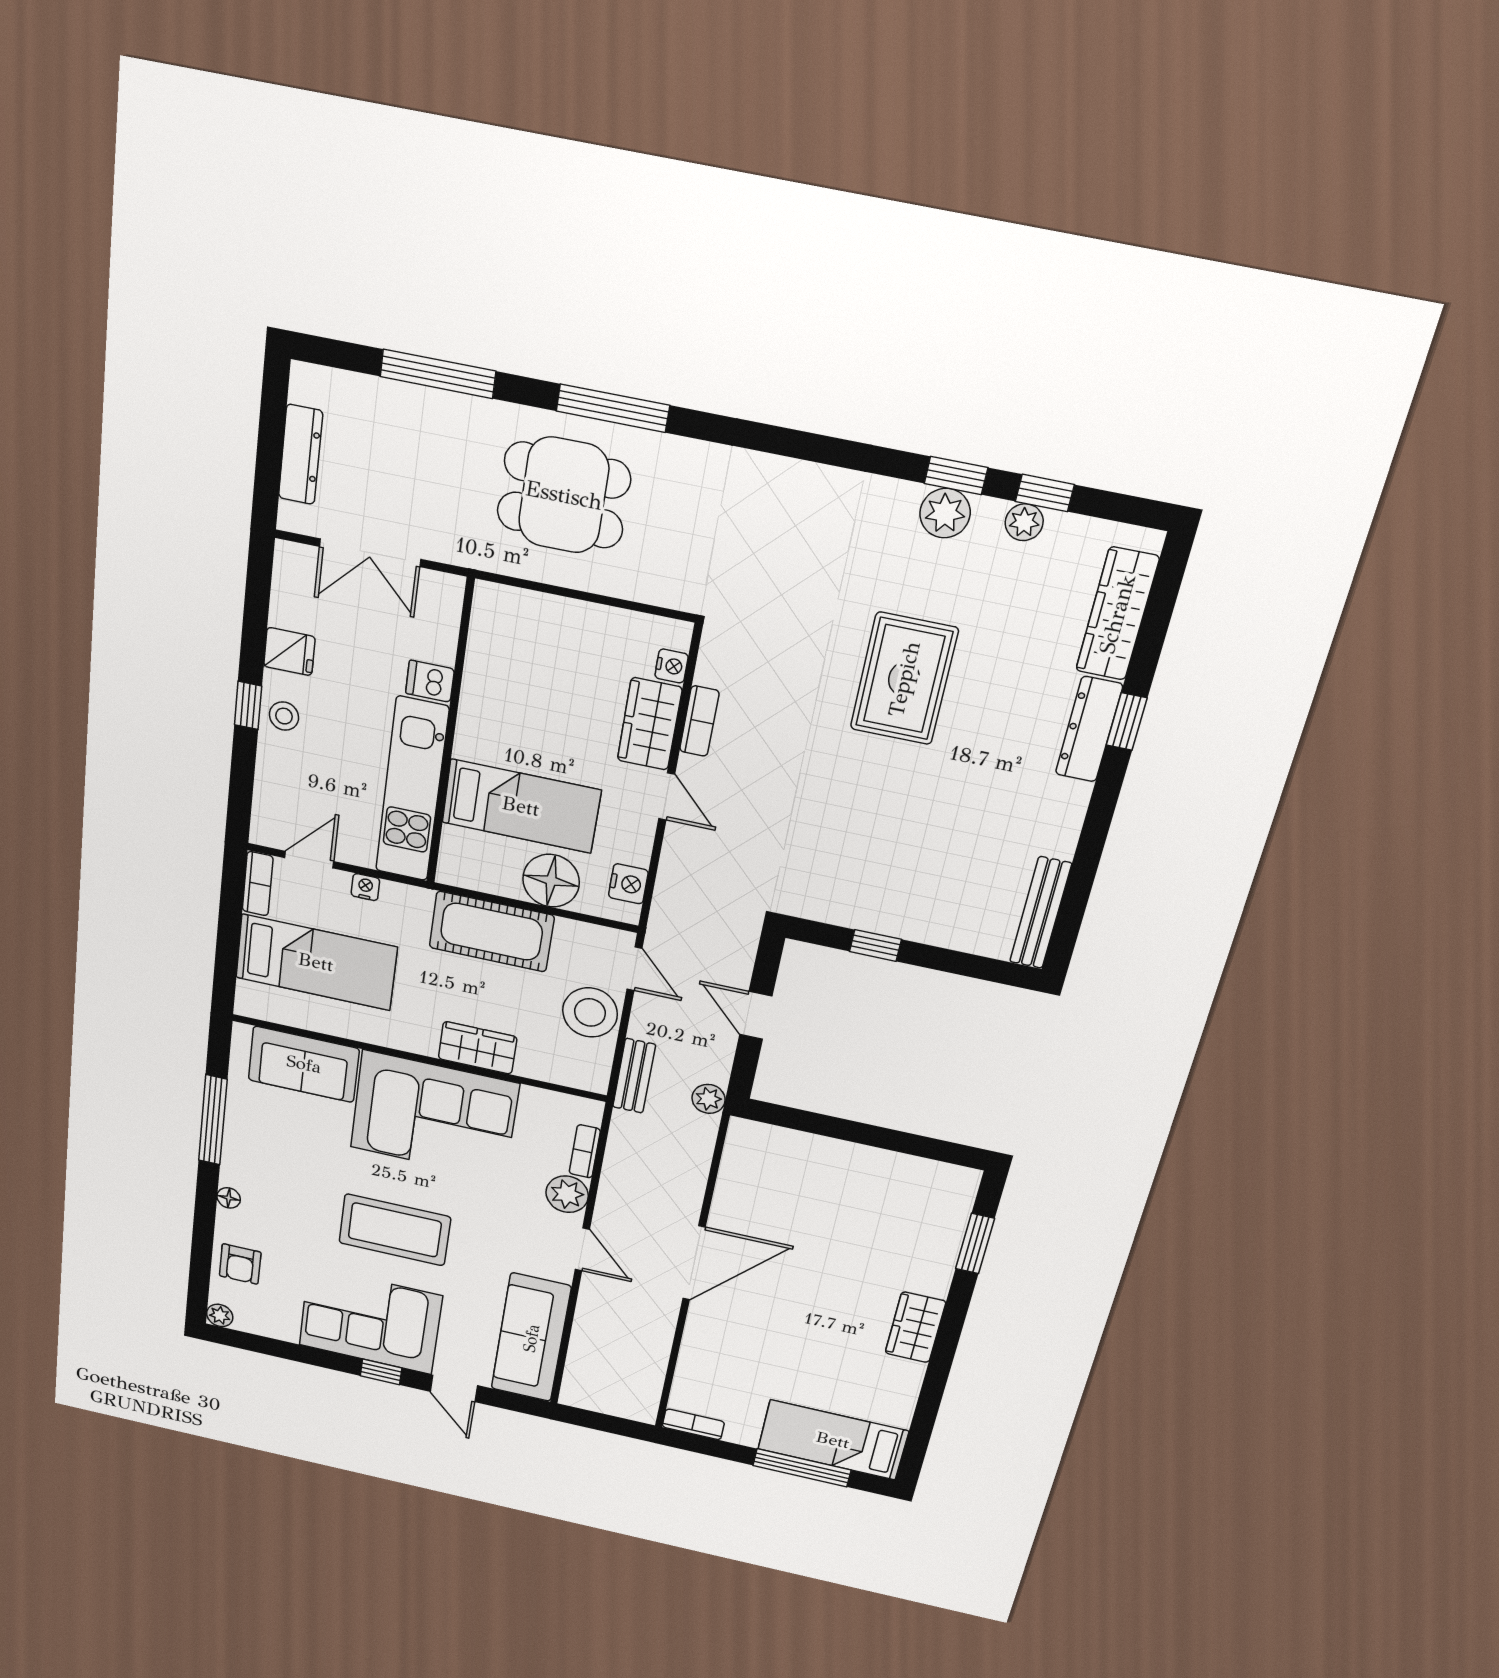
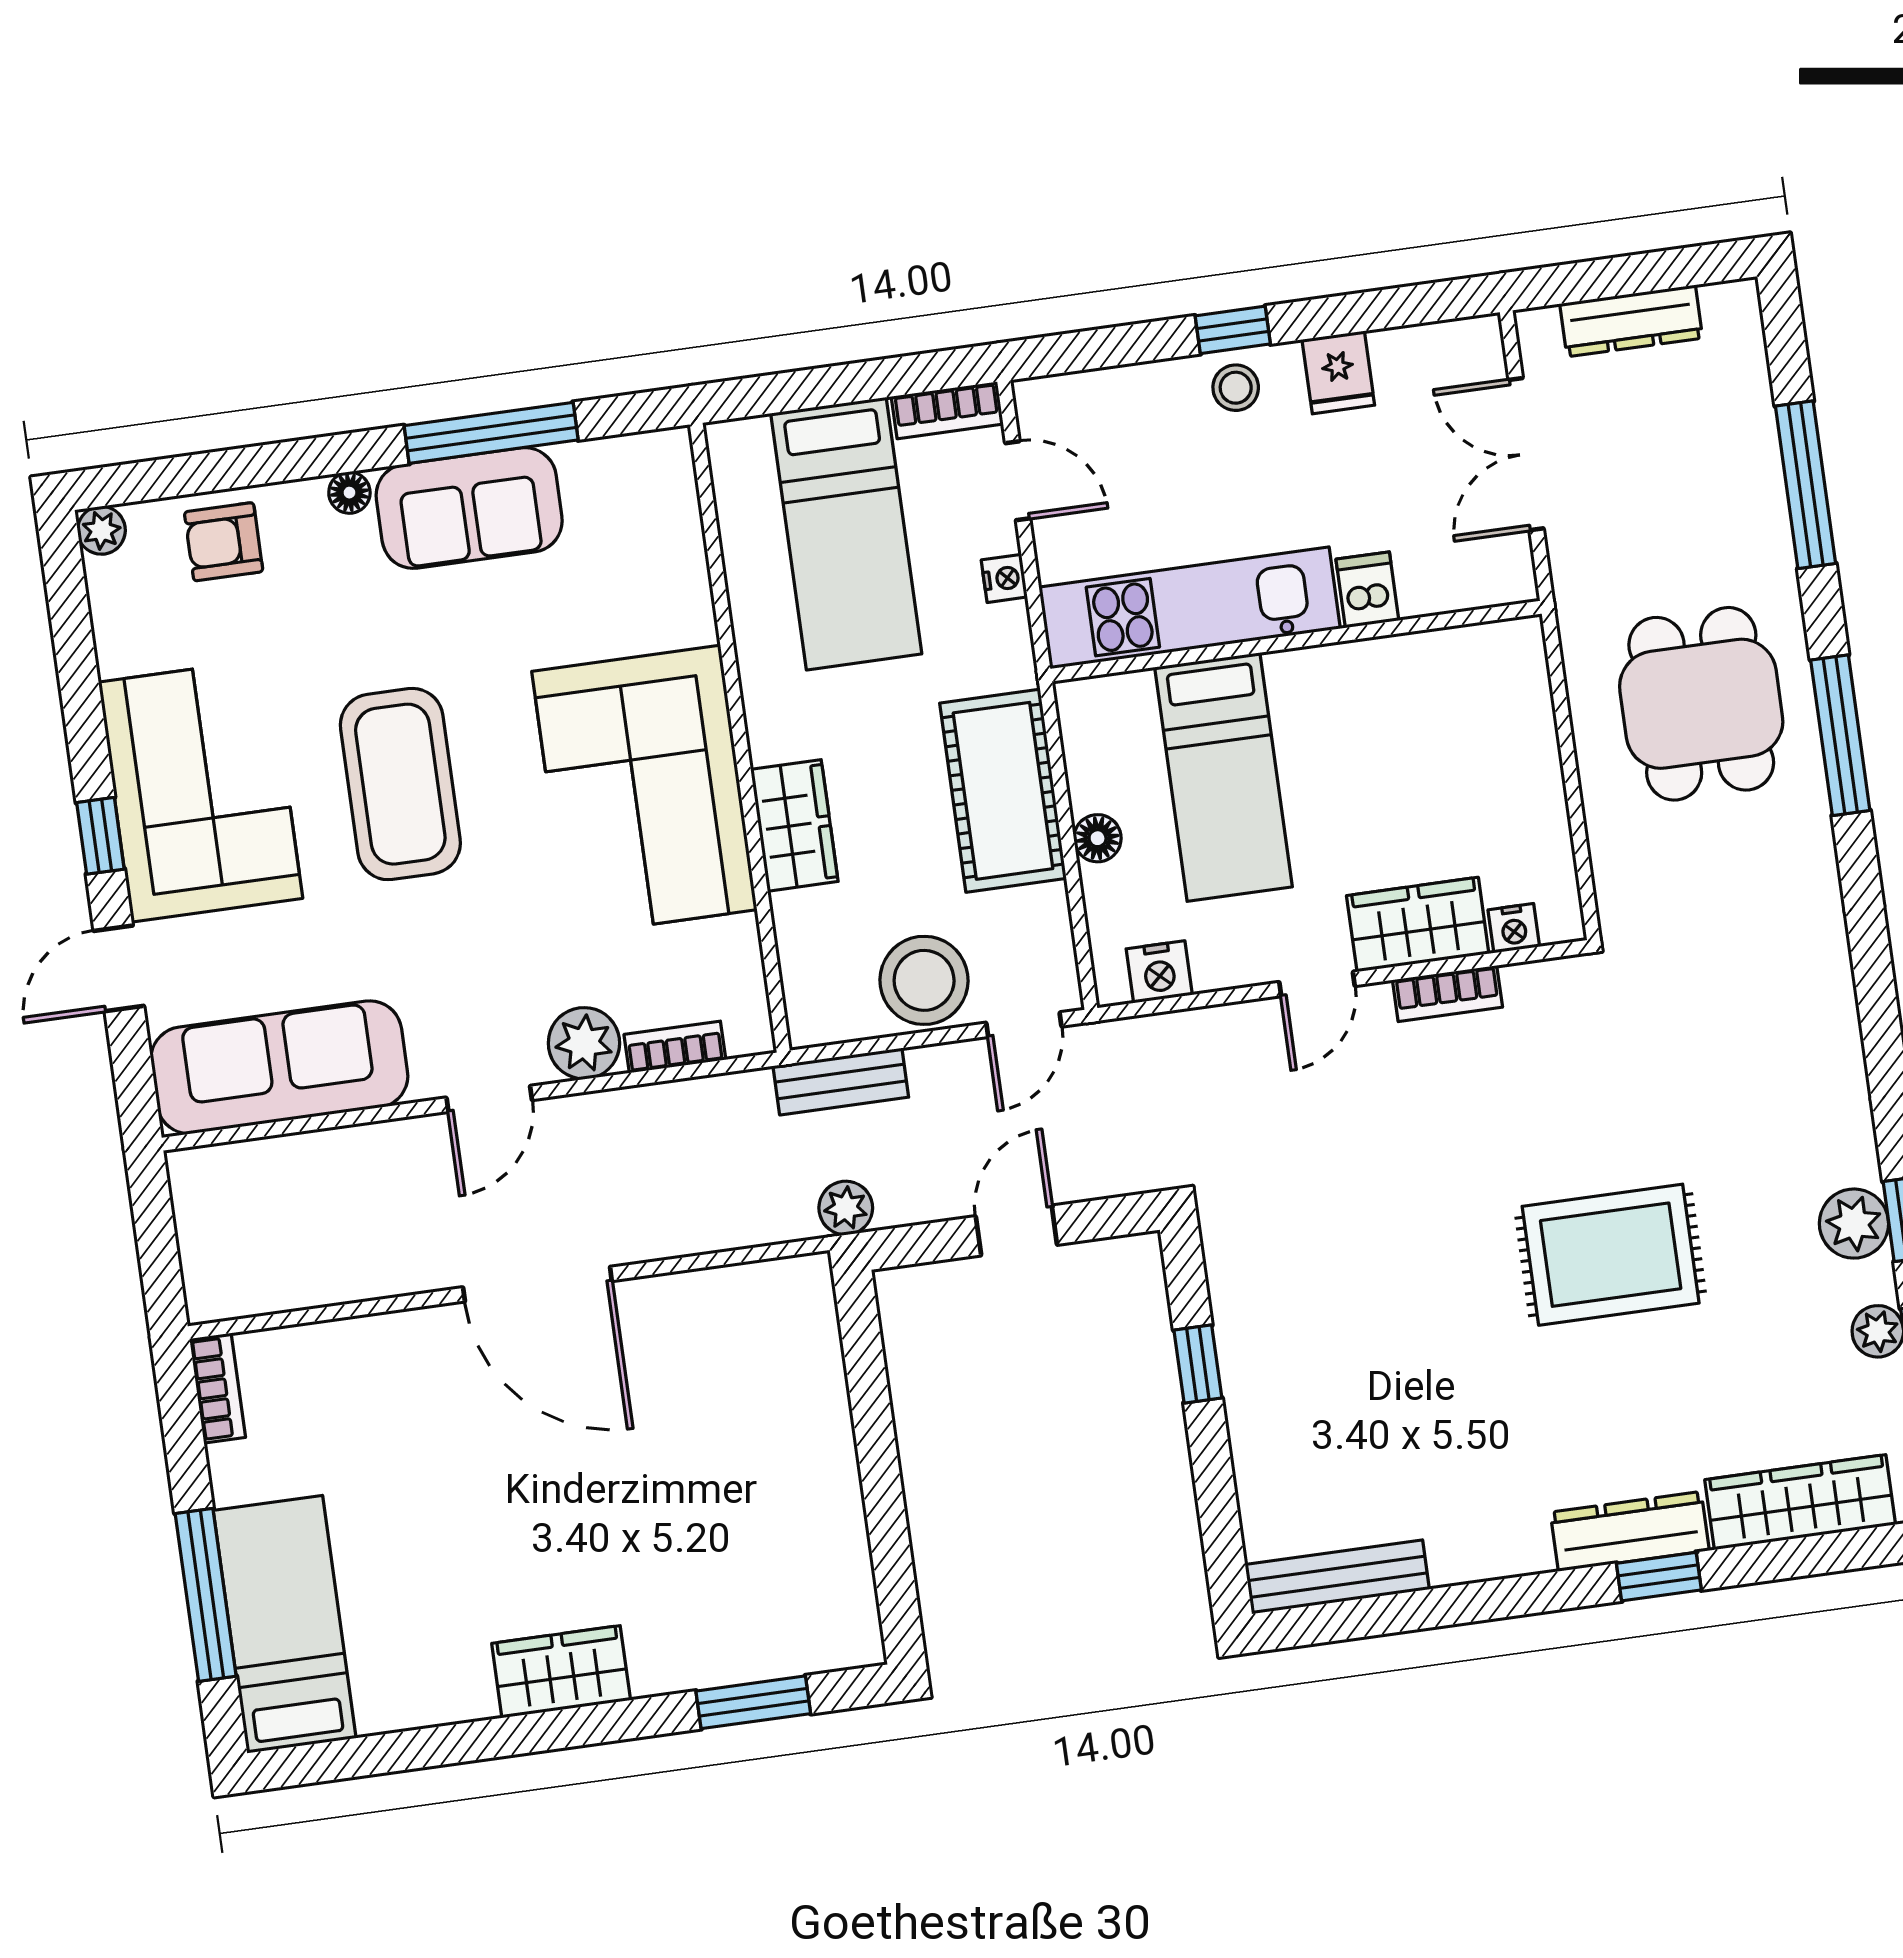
floor lamp: (551, 881) -> (1098, 838), width x0.53, depth x0.53
sofa: (304, 1064) -> (469, 508), moved, turned -90

